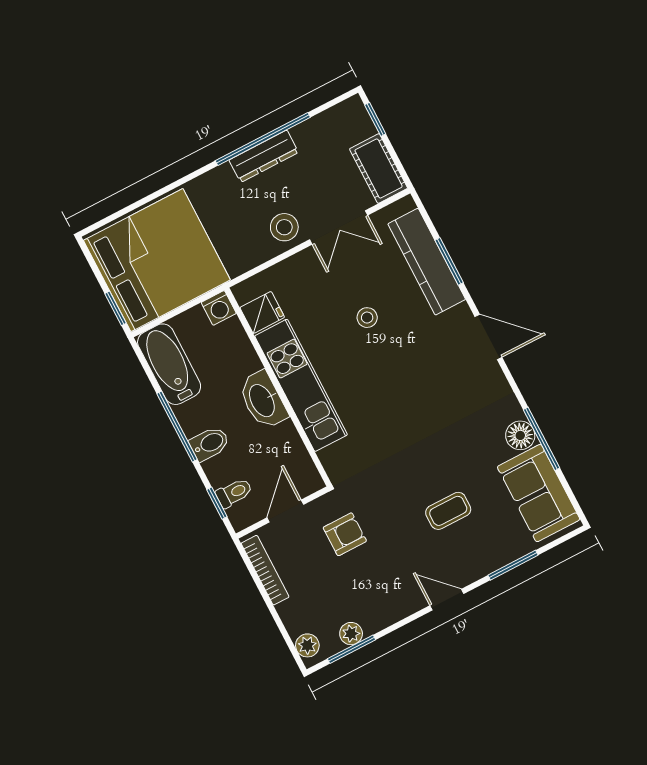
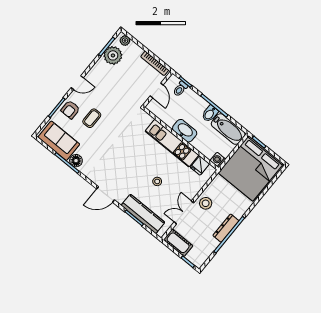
bidet: (210, 443) -> (210, 114), moved
armchair: (345, 534) -> (70, 110), moved
plant: (351, 634) -> (113, 55), width x1.87, depth x1.87

